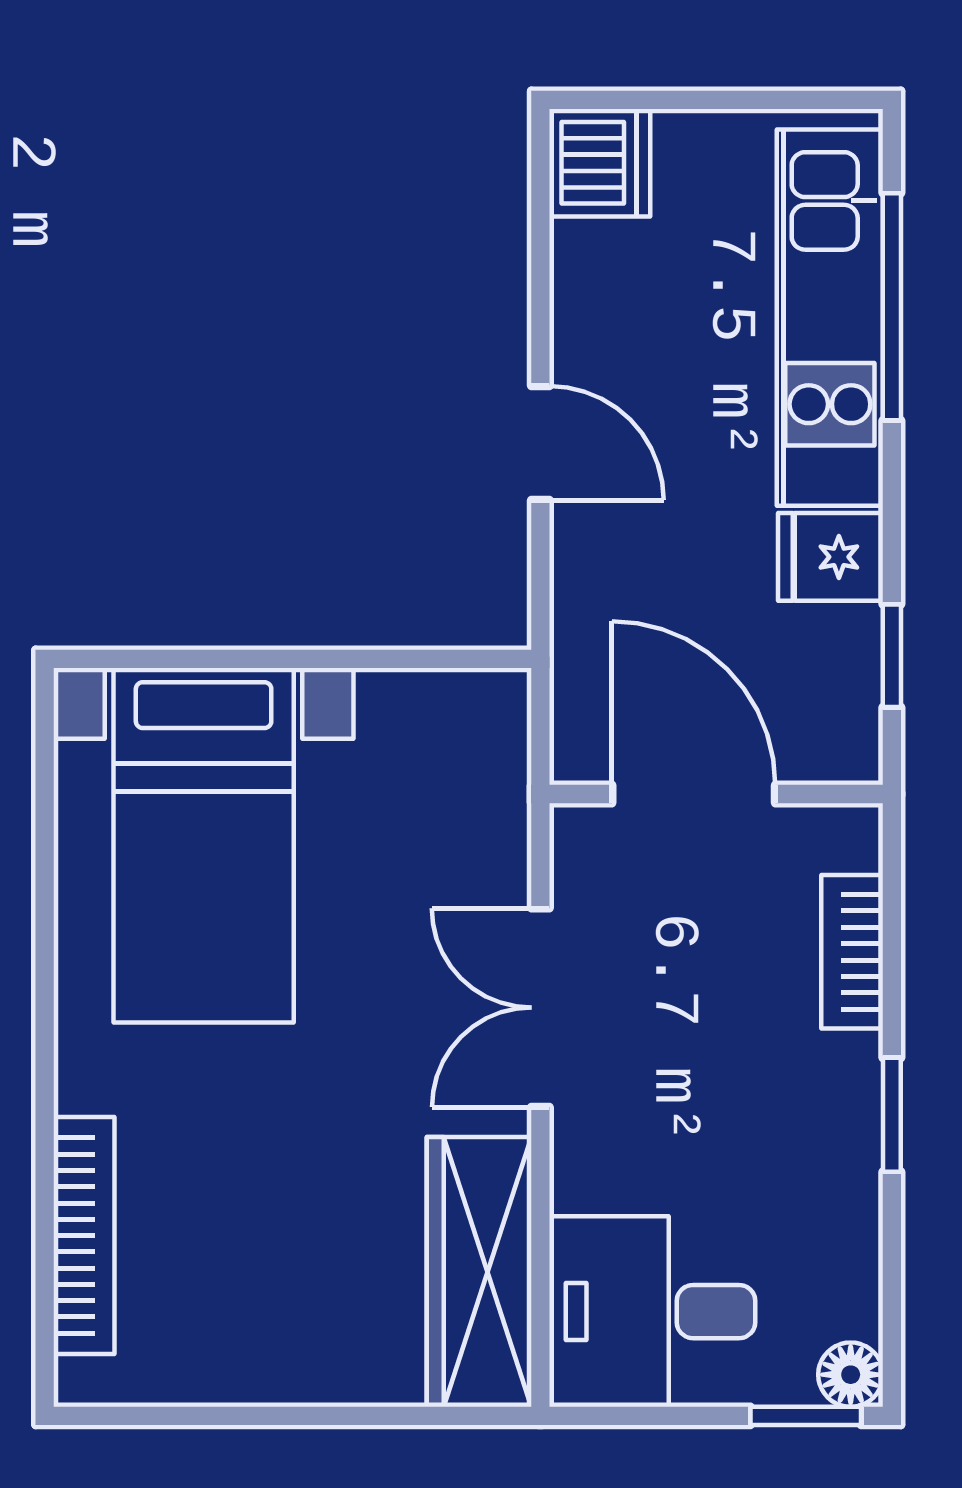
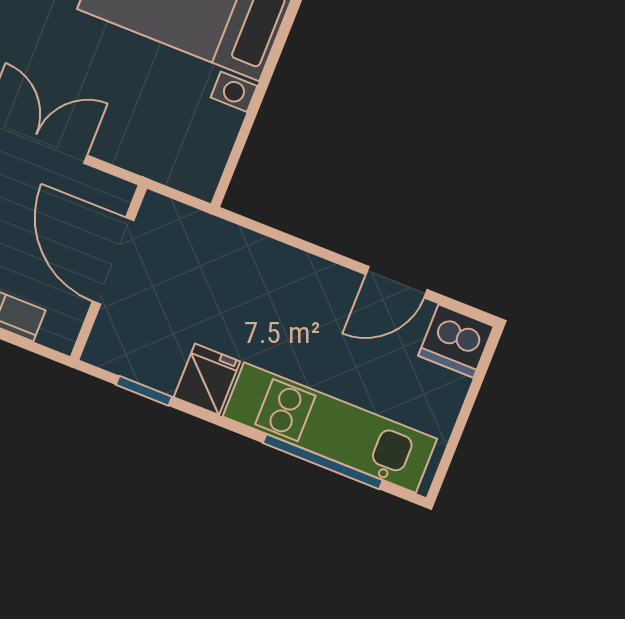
door: (540, 443) -> (396, 282), moved
door: (694, 794) -> (113, 261), swing flipped

